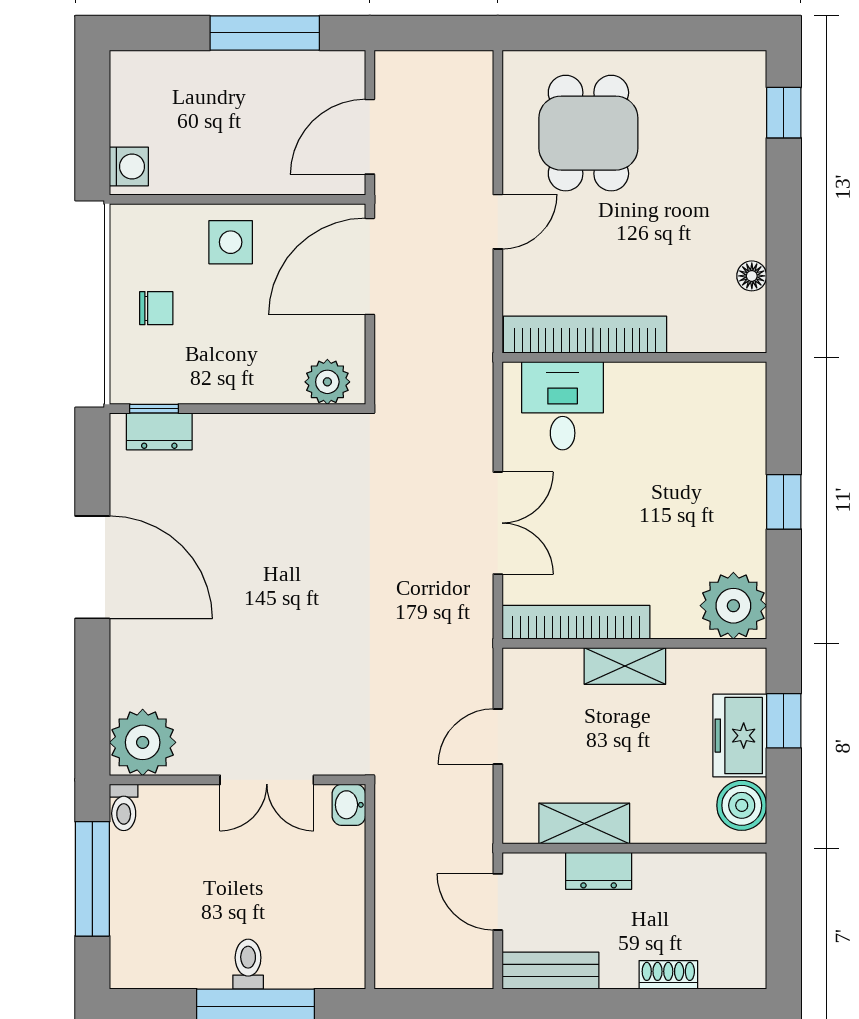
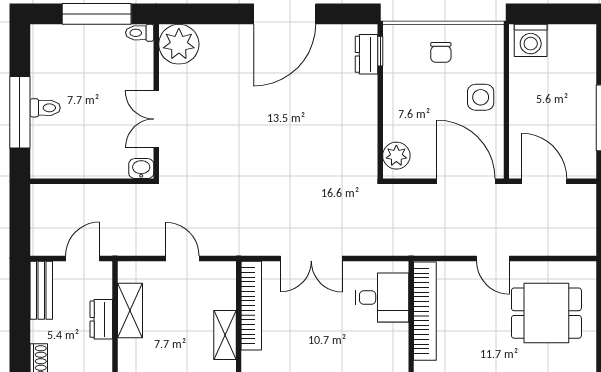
washing machine: (129, 167) -> (531, 40), width x1.38, depth x1.38

